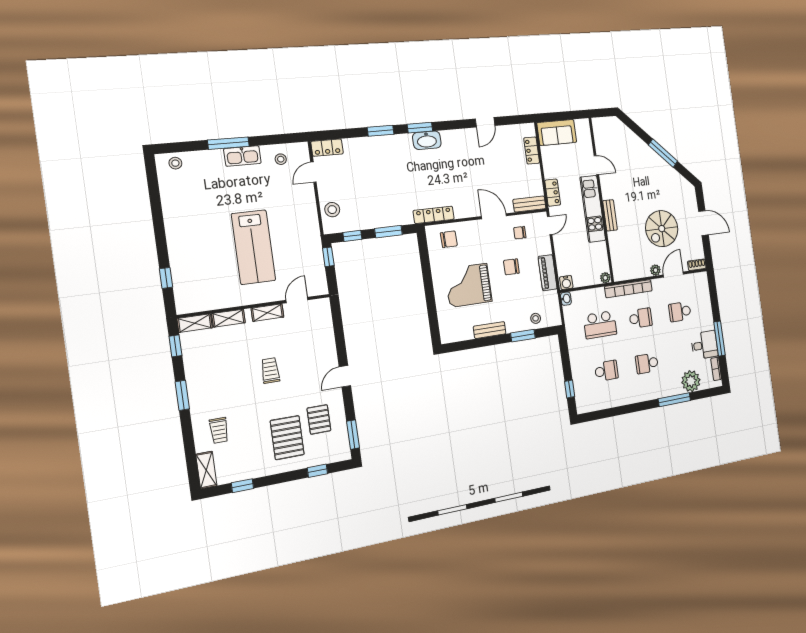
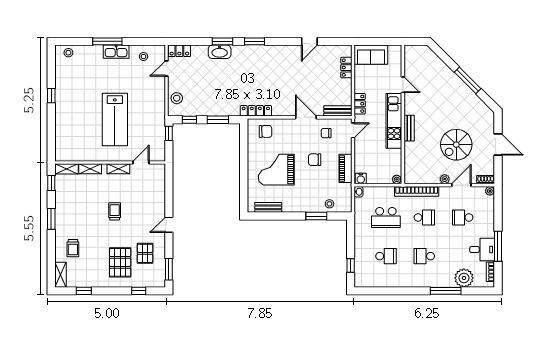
washbasin: (427, 140) -> (220, 52), moved
plant: (703, 277) -> (490, 191), added
window: (166, 278) -> (51, 96), moved
bench: (490, 330) -> (268, 207), moved

